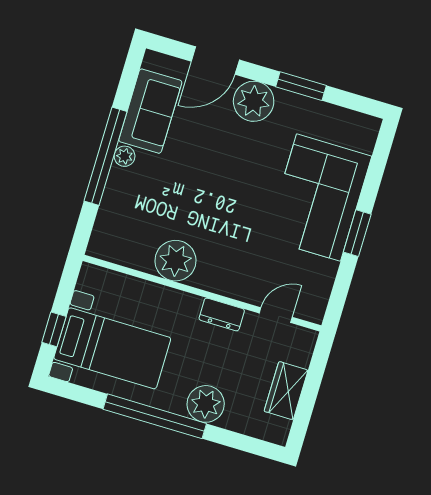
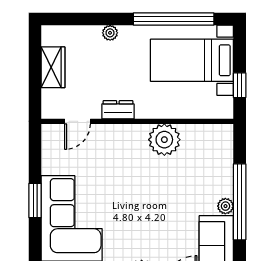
window: (54, 329) -> (240, 85), moved
plant: (206, 404) -> (110, 33), width x0.53, depth x0.53
window: (155, 416) -> (174, 19), moved

